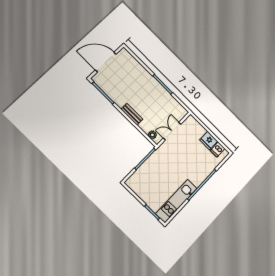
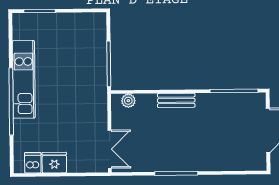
double door: (172, 131) -> (110, 149), moved
kitchen unit: (176, 201) -> (24, 79), moved

